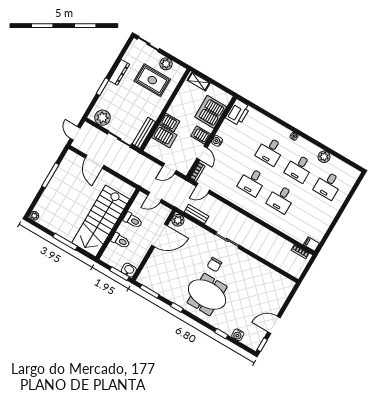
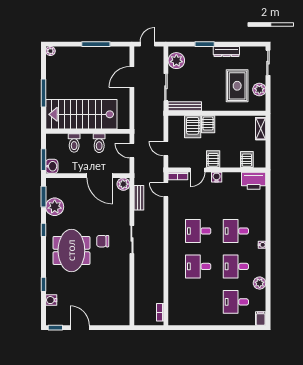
server rack: (211, 112) -> (247, 159), width x0.46, depth x0.70
filing cabinet: (311, 244) -> (261, 318), moved
plant: (163, 287) -> (55, 207), added

